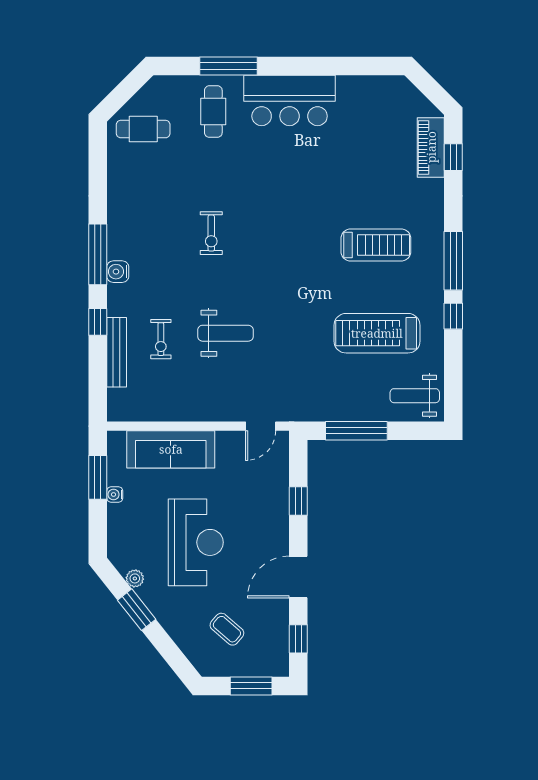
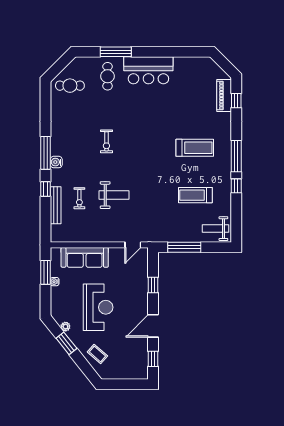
treadmill: (377, 333) -> (195, 195), width x0.73, depth x0.73
coffee table: (227, 629) -> (97, 354), moved
window: (251, 686) -> (128, 384), removed

